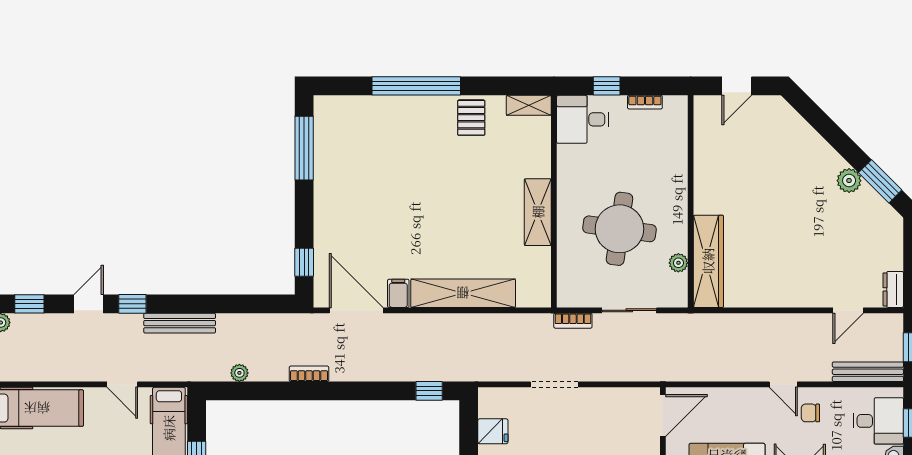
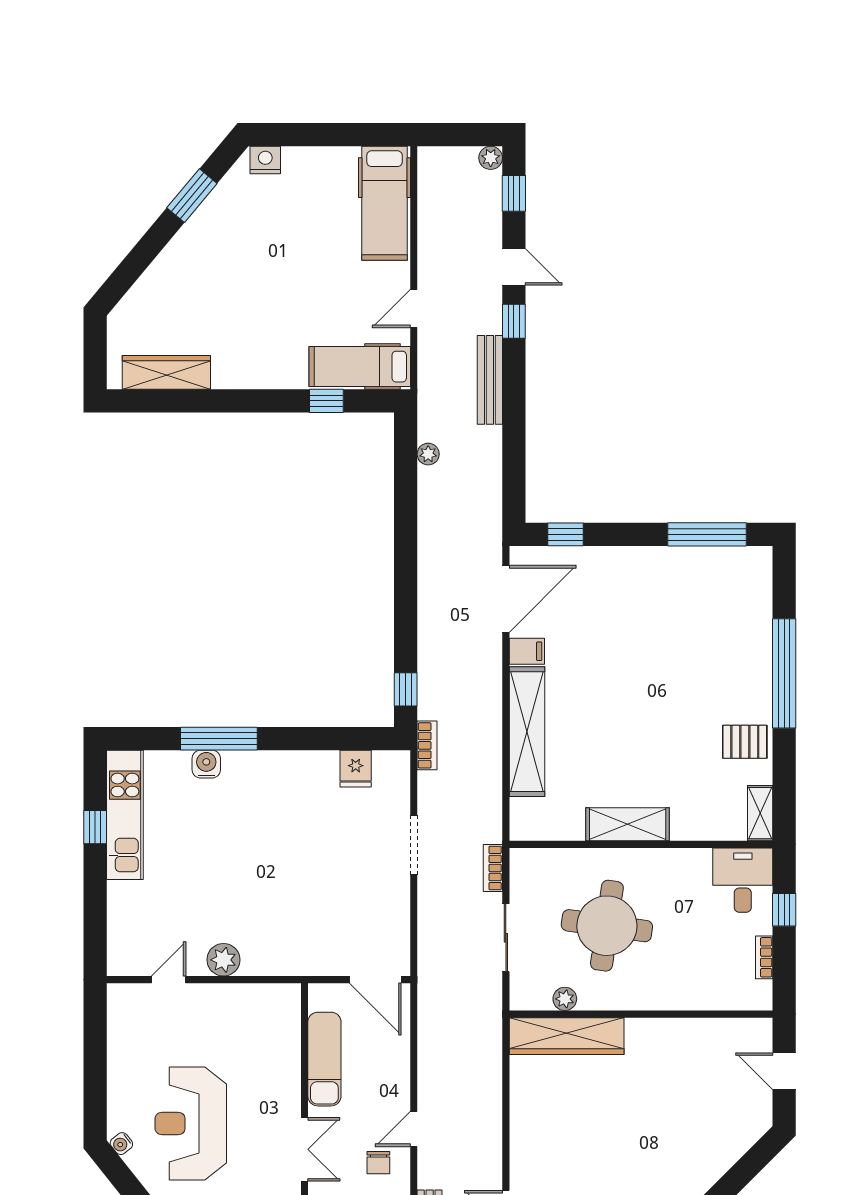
bookcase: (309, 374) -> (427, 745), moved
chair: (810, 413) -> (378, 1163), turned 180

